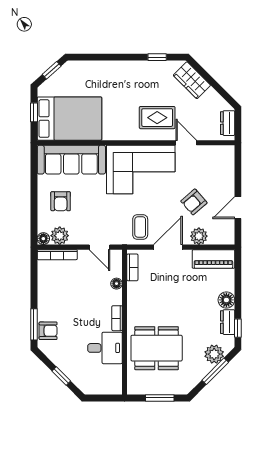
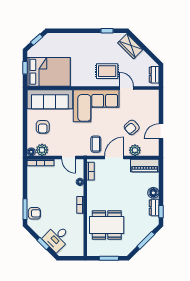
desk: (105, 348) -> (57, 238), moved, turned 135
plant: (214, 354) -> (145, 229), removed

